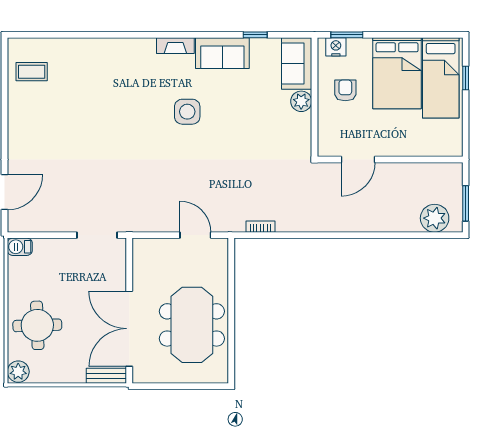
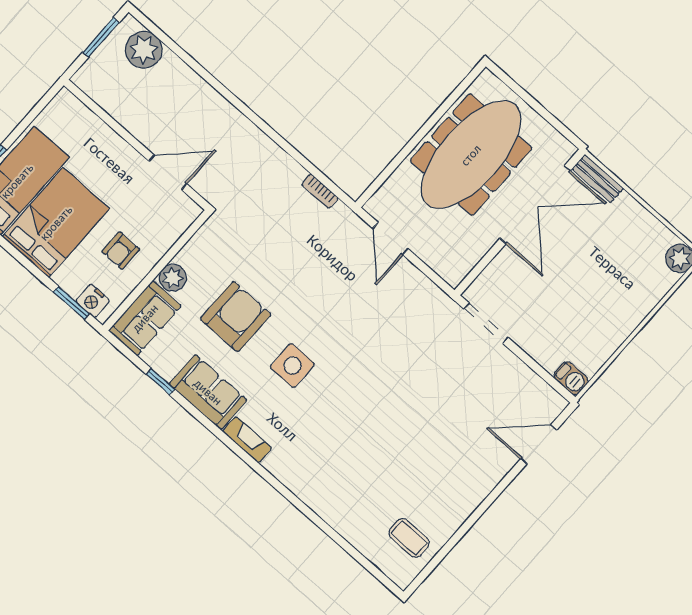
armchair: (245, 111) -> (236, 317), added
round table: (37, 325) -> (621, 287), removed
meeting table: (192, 325) -> (471, 155), width x1.36

